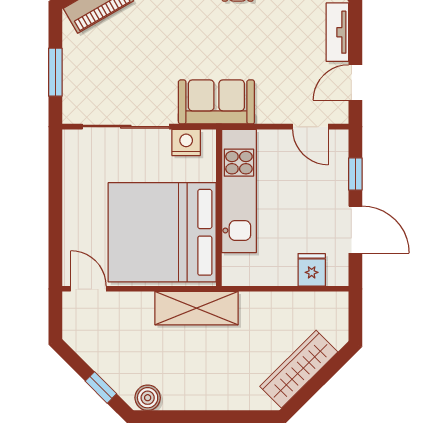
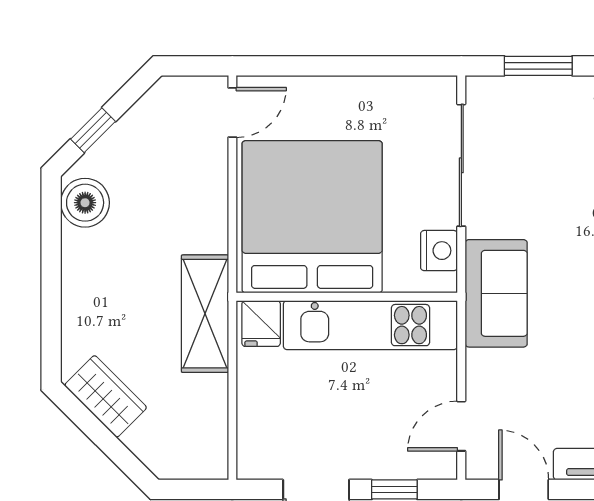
fridge: (312, 270) -> (261, 324), moved, turned 90
shelving: (197, 308) -> (205, 314), moved
wardrobe: (299, 369) -> (106, 396), width x0.67
boiler: (148, 398) -> (85, 203), width x1.36, depth x1.36

